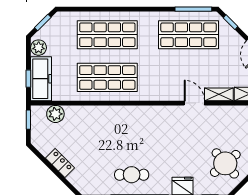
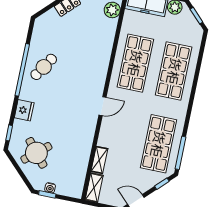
door: (194, 103) -> (102, 106), moved
cafe table: (132, 175) -> (44, 67), turned 33

